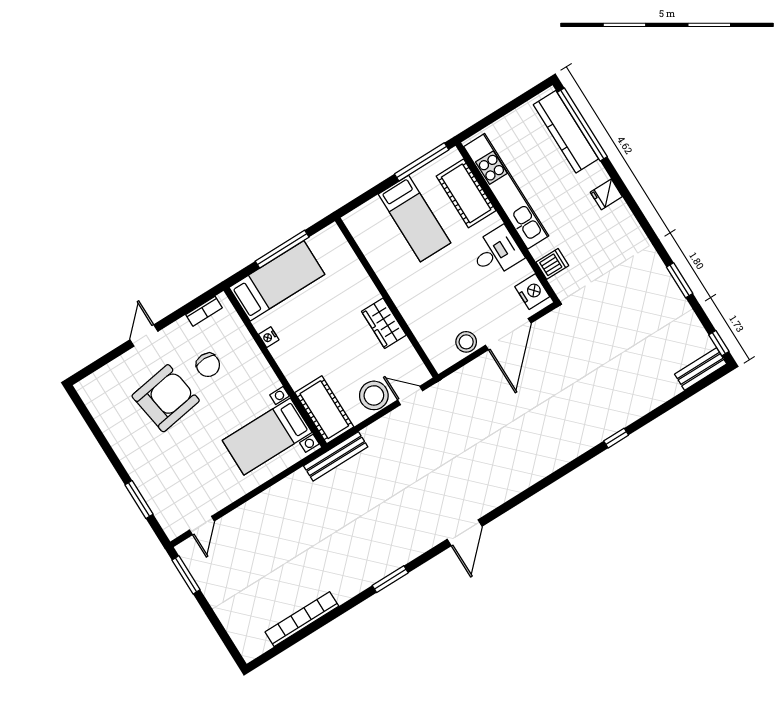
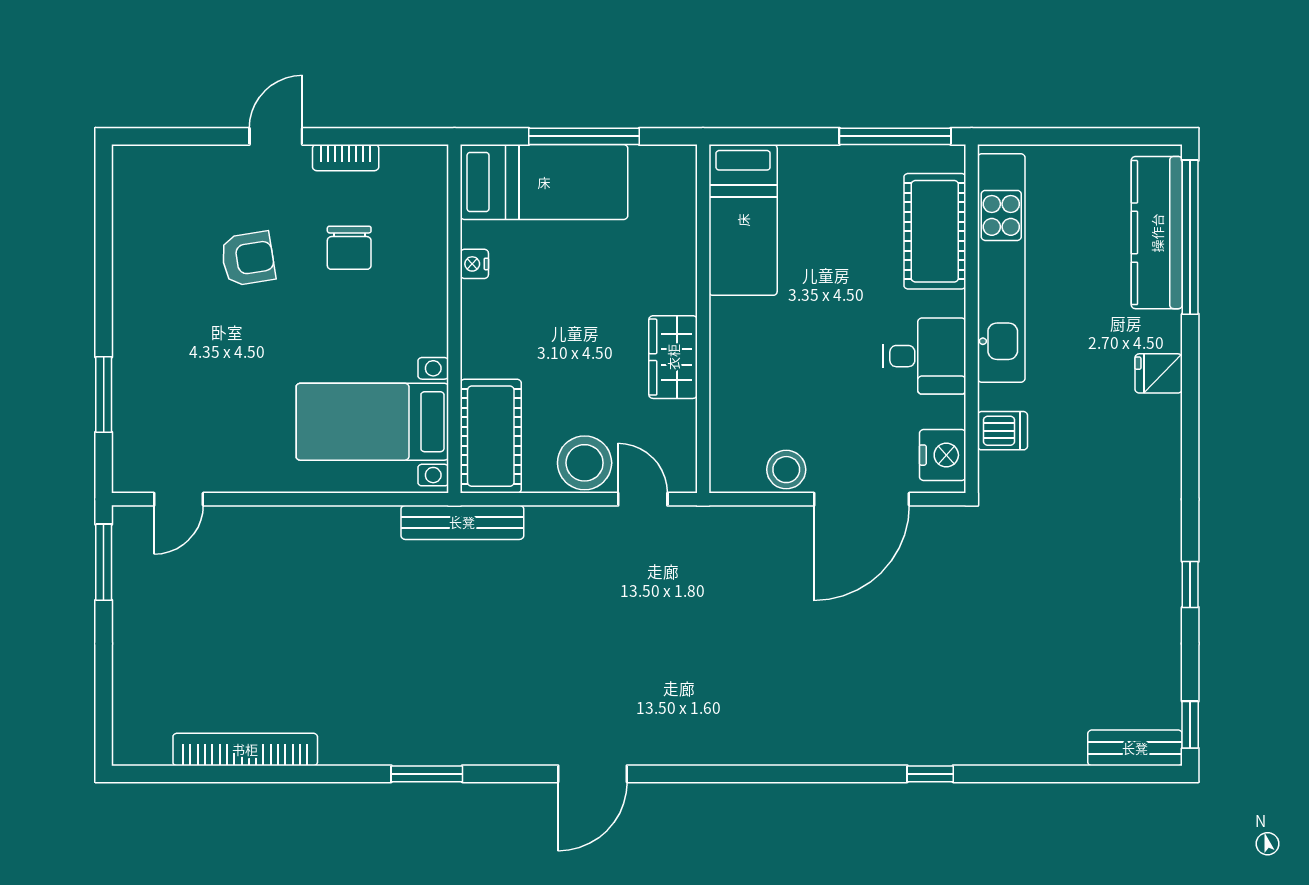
bed: (414, 219) -> (743, 220), moved
window: (680, 280) -> (1190, 584), width x0.67
bookcase: (204, 311) -> (346, 158), moved
armchair: (166, 398) -> (248, 259), width x0.53, depth x0.53

